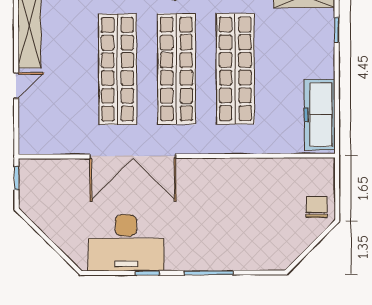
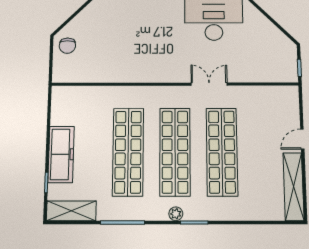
freezer: (320, 115) -> (61, 154), moved
double door: (133, 156) -> (209, 84), width x0.54

